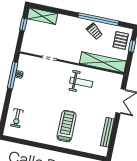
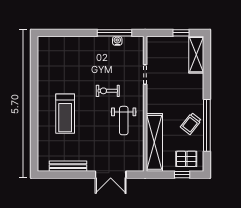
exercise bike: (17, 118) -> (108, 91), moved
treadmill: (67, 126) -> (65, 114), turned 90

